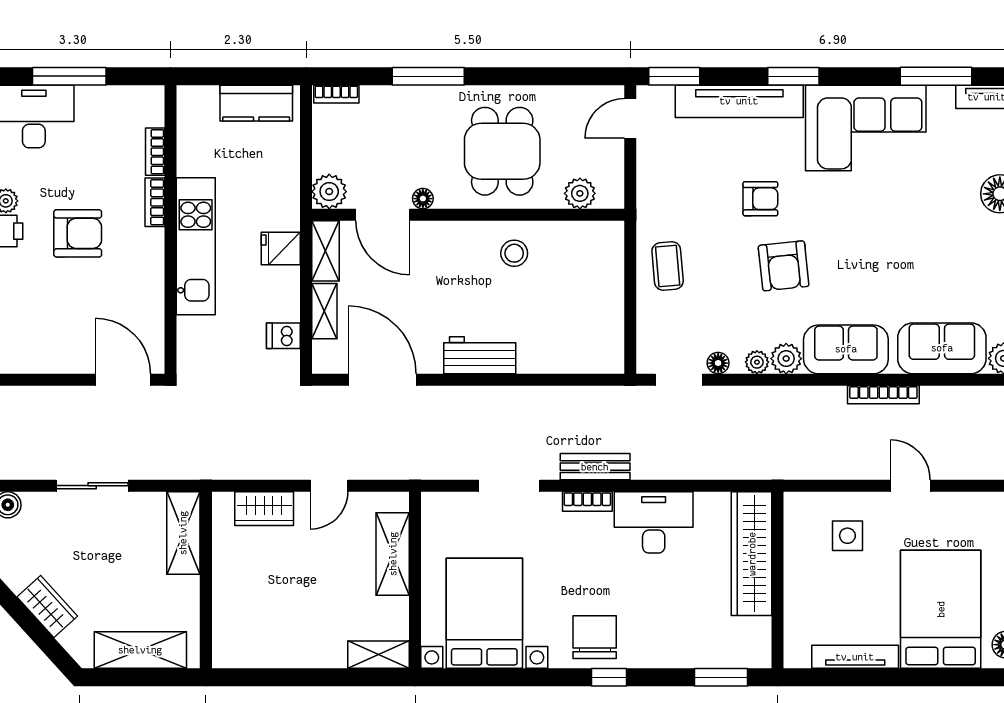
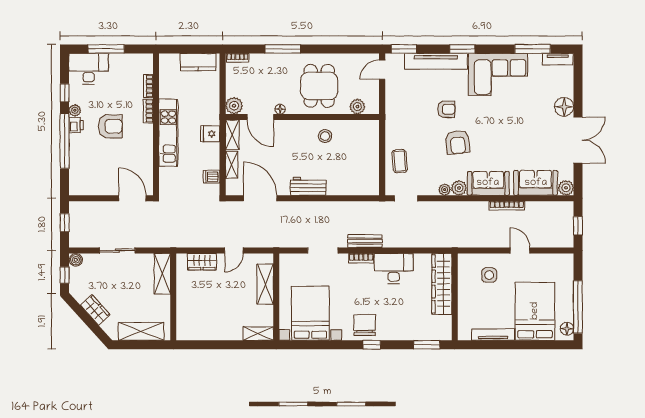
coffee table: (668, 266) -> (400, 161), moved
floor lamp: (718, 363) -> (425, 190), removed

